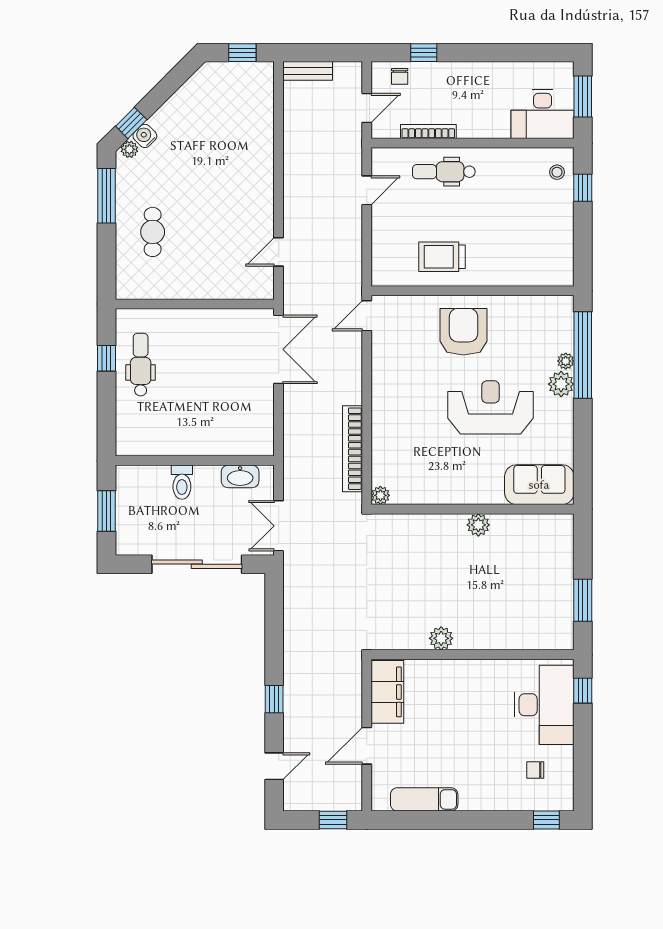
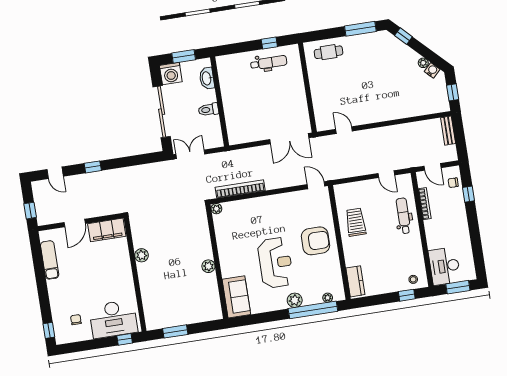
water cooler: (145, 136) -> (432, 70), moved
plant: (129, 149) -> (423, 63), moved
cafe table: (153, 232) -> (329, 52), moved
kitchen counter: (545, 273) -> (355, 281), added
plant: (566, 361) -> (328, 298), moved
washbasin: (240, 476) -> (207, 78), moved
toilet: (182, 482) -> (208, 110), moved
washing machine: (133, 538) -> (171, 74), added
door: (367, 746) -> (75, 223), swing flipped

